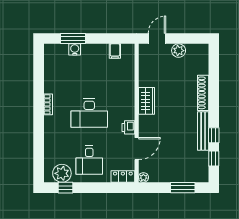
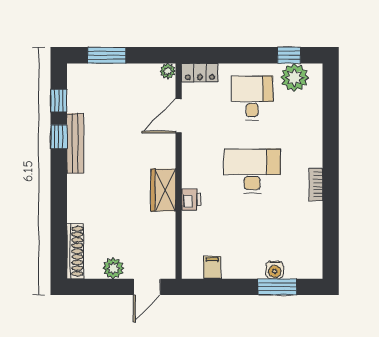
shoe rack: (203, 93) -> (75, 251), moved
printer: (128, 127) -> (191, 199), moved

